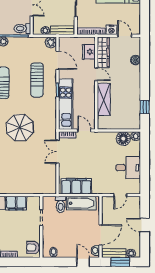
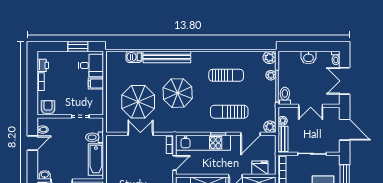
double door: (57, 152) -> (140, 134), moved
parasol: (28, 164) -> (138, 102), added
filing cabinet: (76, 186) -> (114, 154), removed
filing cabinet: (16, 203) -> (96, 83), width x0.50
door: (83, 262) -> (32, 143), moved

